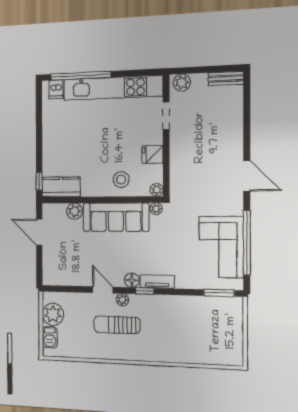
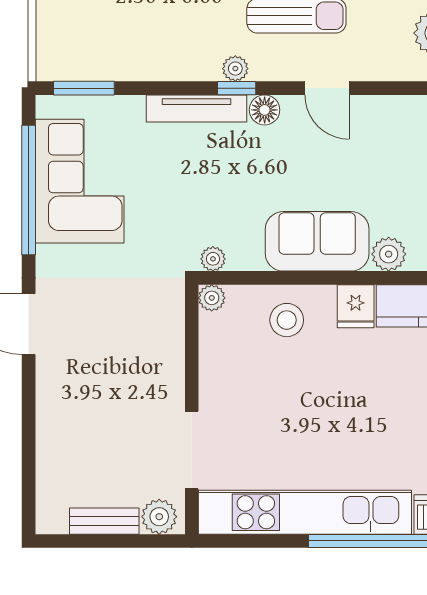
bench: (226, 78) -> (104, 521), moved
doorway: (166, 116) -> (192, 450), width x1.38
fridge: (153, 154) -> (356, 306), moved, turned 90
sofa: (116, 217) -> (317, 241), width x0.73
tv unit: (157, 282) -> (196, 108), width x1.41
plant: (123, 300) -> (235, 69), moved

